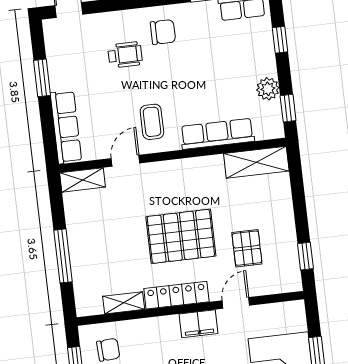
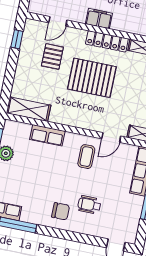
chair: (163, 32) -> (61, 211), turned 180
row of seats: (217, 134) -> (47, 135), width x0.68
door: (236, 303) -> (58, 21), moved

